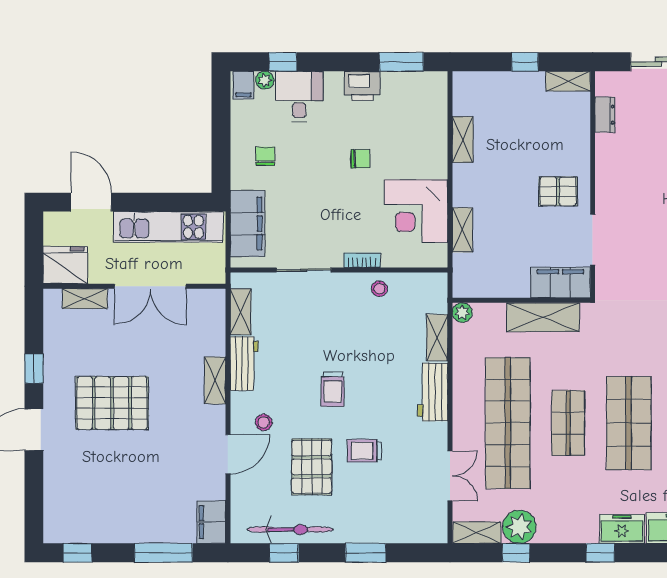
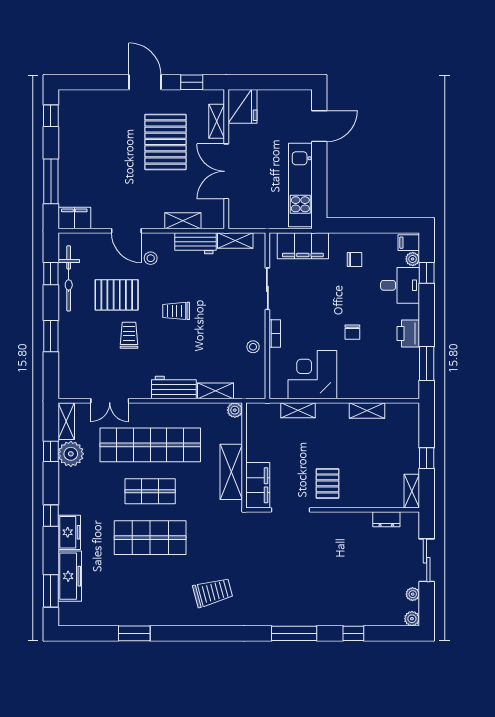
fridge: (65, 265) -> (242, 106), moved
wall: (134, 286) -> (226, 159), moved
double door: (150, 286) -> (226, 171), moved
shelving: (85, 299) -> (217, 121), moved

